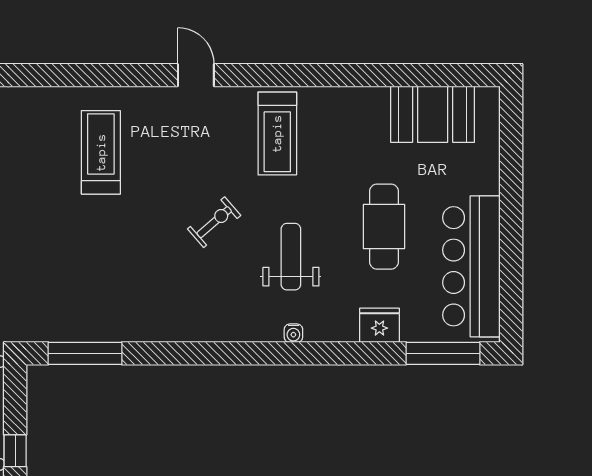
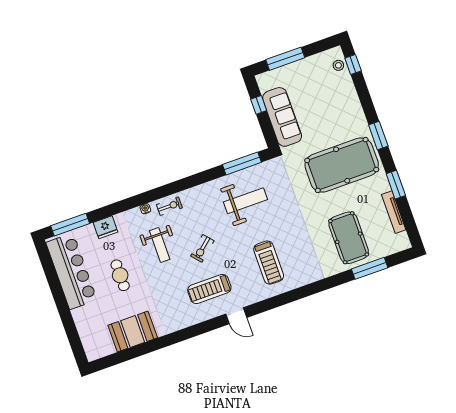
booth: (433, 114) -> (133, 332), moved
treadmill: (277, 133) -> (209, 289), moved, turned -90
cafe table: (384, 227) -> (120, 275), width x0.73, depth x0.74
weight bench: (103, 282) -> (246, 201), added
exercise bike: (247, 322) -> (169, 206), added

